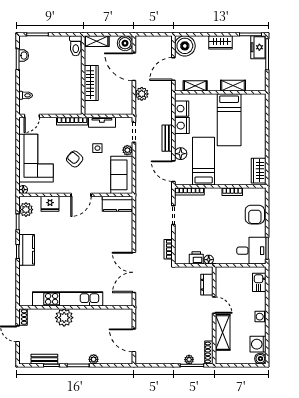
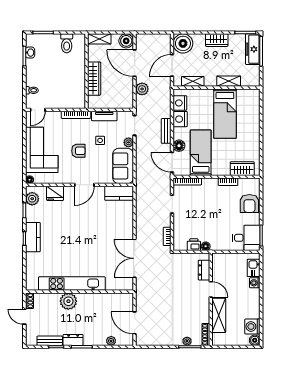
toilet: (76, 46) -> (67, 43), moved
freezer: (258, 47) -> (253, 49), width x1.40
armchair: (75, 159) -> (78, 151), turned 139
wardrobe: (259, 171) -> (242, 169), moved, turned 90
washing machine: (261, 317) -> (255, 283), moved
dresser: (69, 358) -> (73, 340), added
plant: (94, 359) -> (111, 341), moved

